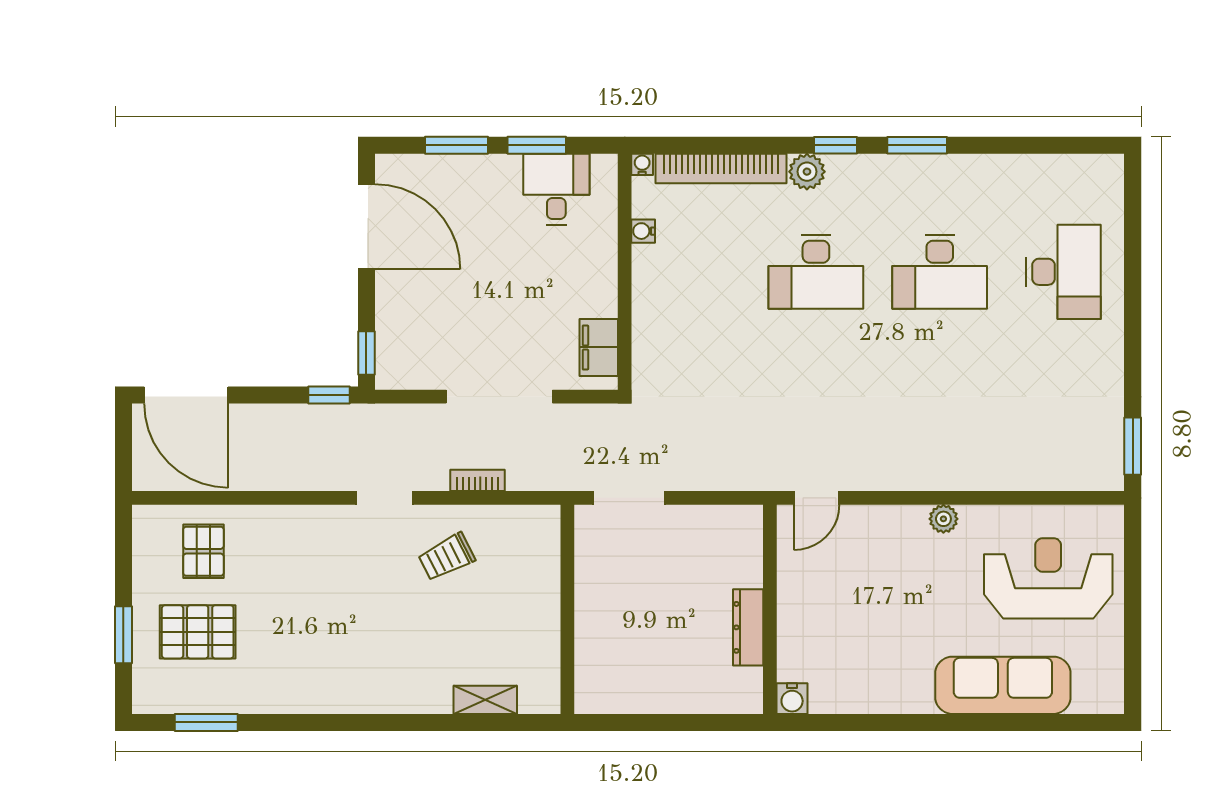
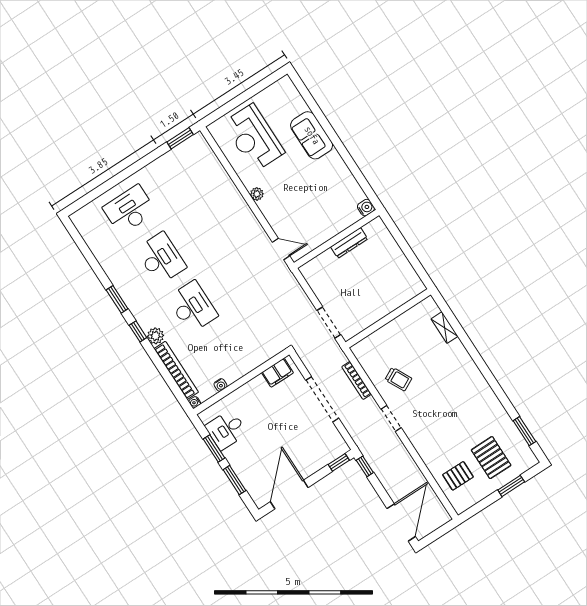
bookcase: (478, 480) -> (357, 380), width x1.56
sofa: (1003, 685) -> (312, 135), width x0.73

